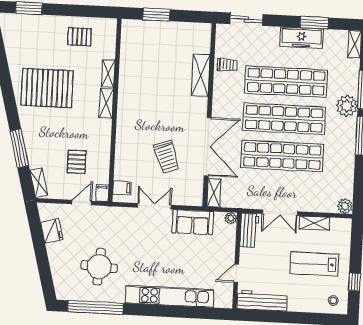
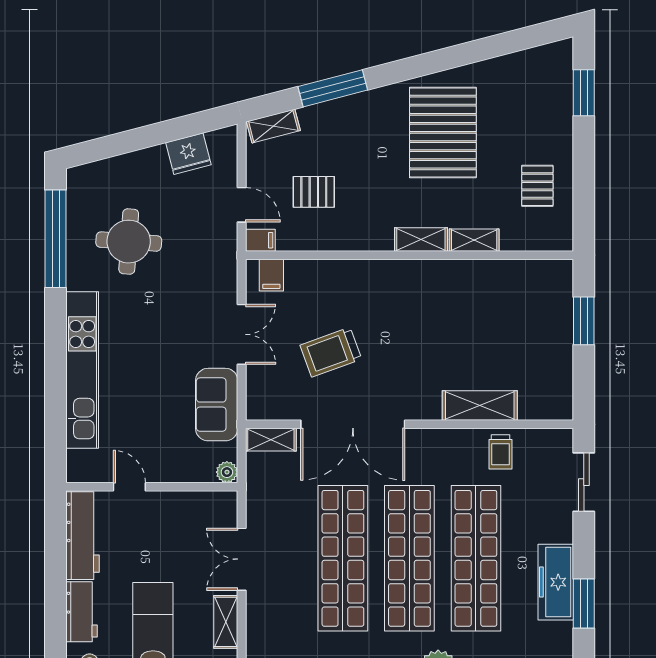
workbench: (249, 230) -> (82, 612), moved, turned -90

